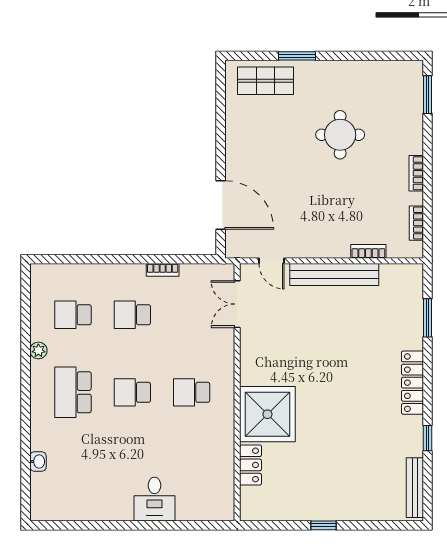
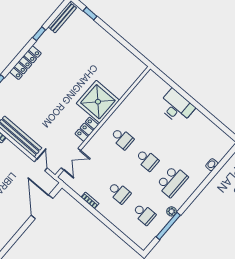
window: (26, 327) -> (168, 226), added
locker: (251, 465) -> (87, 129), moved
desk: (155, 499) -> (176, 107), width x1.37
window: (323, 525) -> (90, 14), moved

